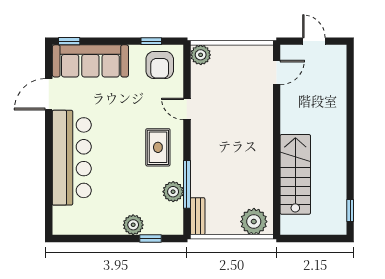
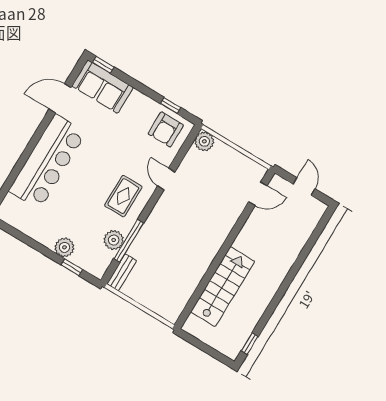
sofa: (90, 61) -> (103, 87), width x0.73
plant: (254, 222) -> (165, 305), removed

